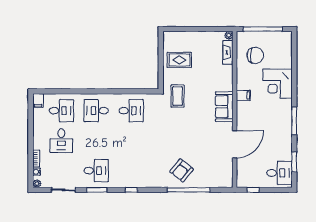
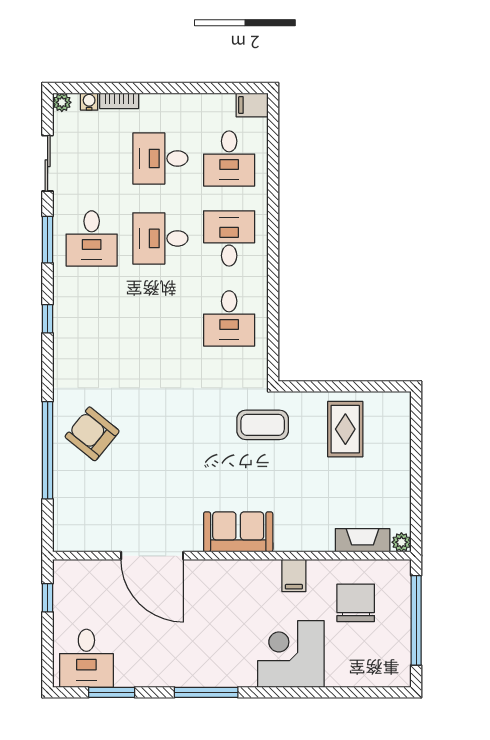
chair: (255, 55) -> (356, 603), turned 180
filing cabinet: (243, 95) -> (294, 575), moved
desk: (96, 141) -> (160, 238), added

